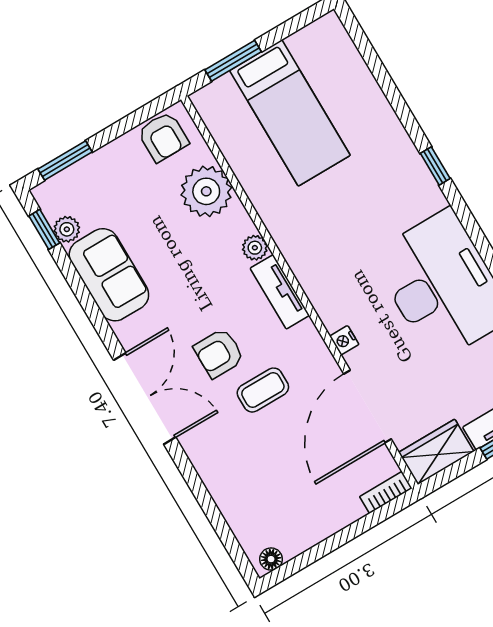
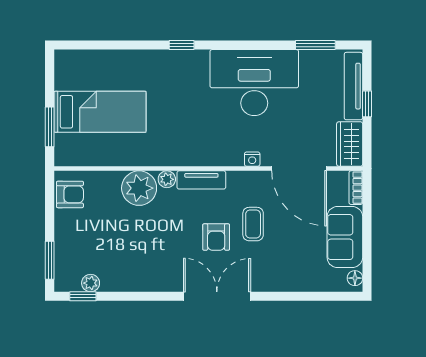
plant: (206, 191) -> (139, 188), moved
sofa: (109, 275) -> (345, 237), moved, turned -90

